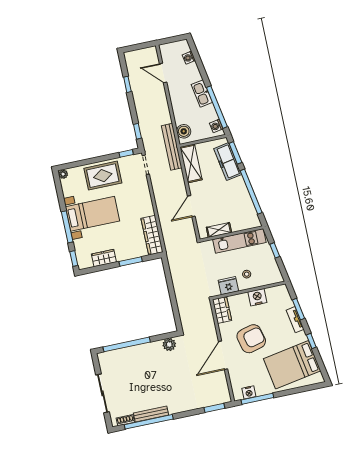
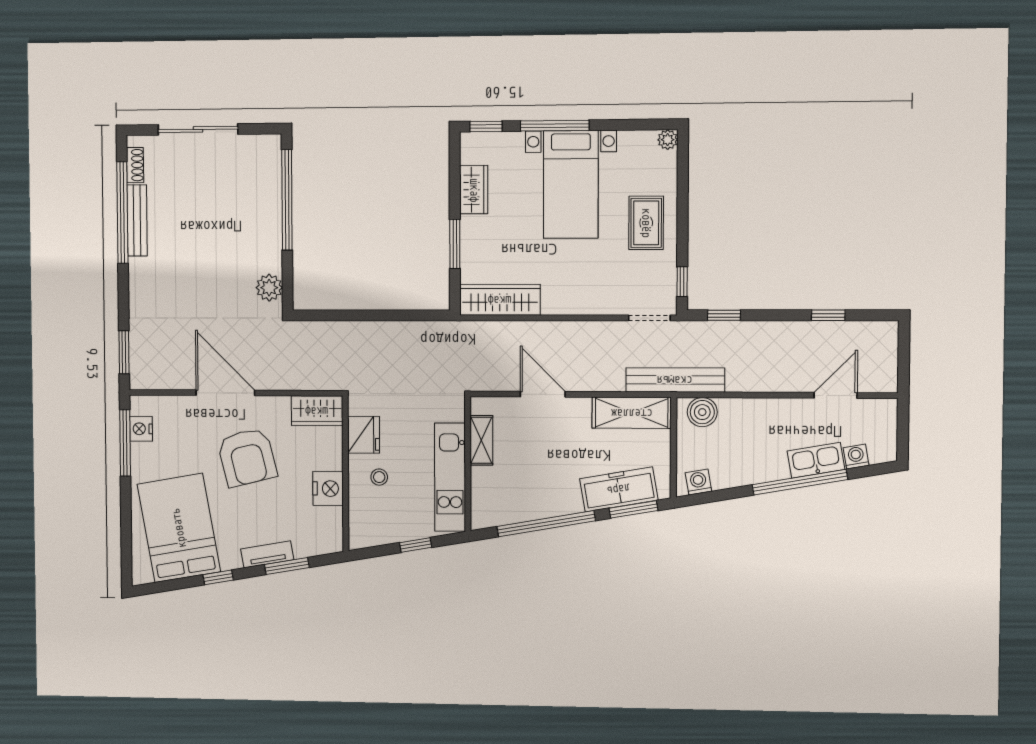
kitchen sink: (202, 93) -> (816, 460), moved
window: (217, 107) -> (800, 482), moved
rug: (103, 176) -> (646, 223), width x0.73, depth x0.70

